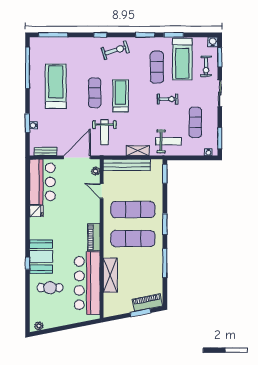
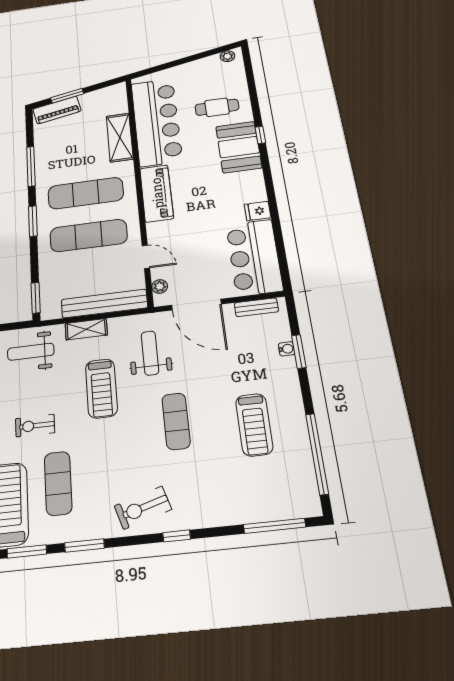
treadmill: (56, 86) -> (254, 425), width x0.73, depth x0.73
treadmill: (121, 96) -> (101, 388), moved
door: (77, 157) -> (196, 305), hinge flipped
piano: (94, 237) -> (157, 193), width x1.37, depth x1.33

